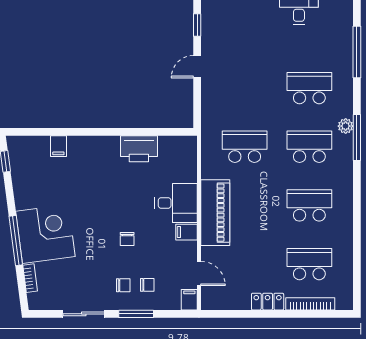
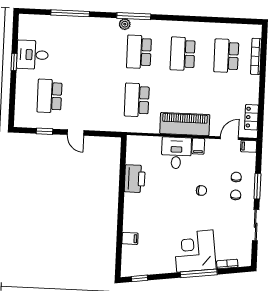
school desk: (309, 88) -> (49, 96), moved
locker: (268, 302) -> (251, 117), moved

